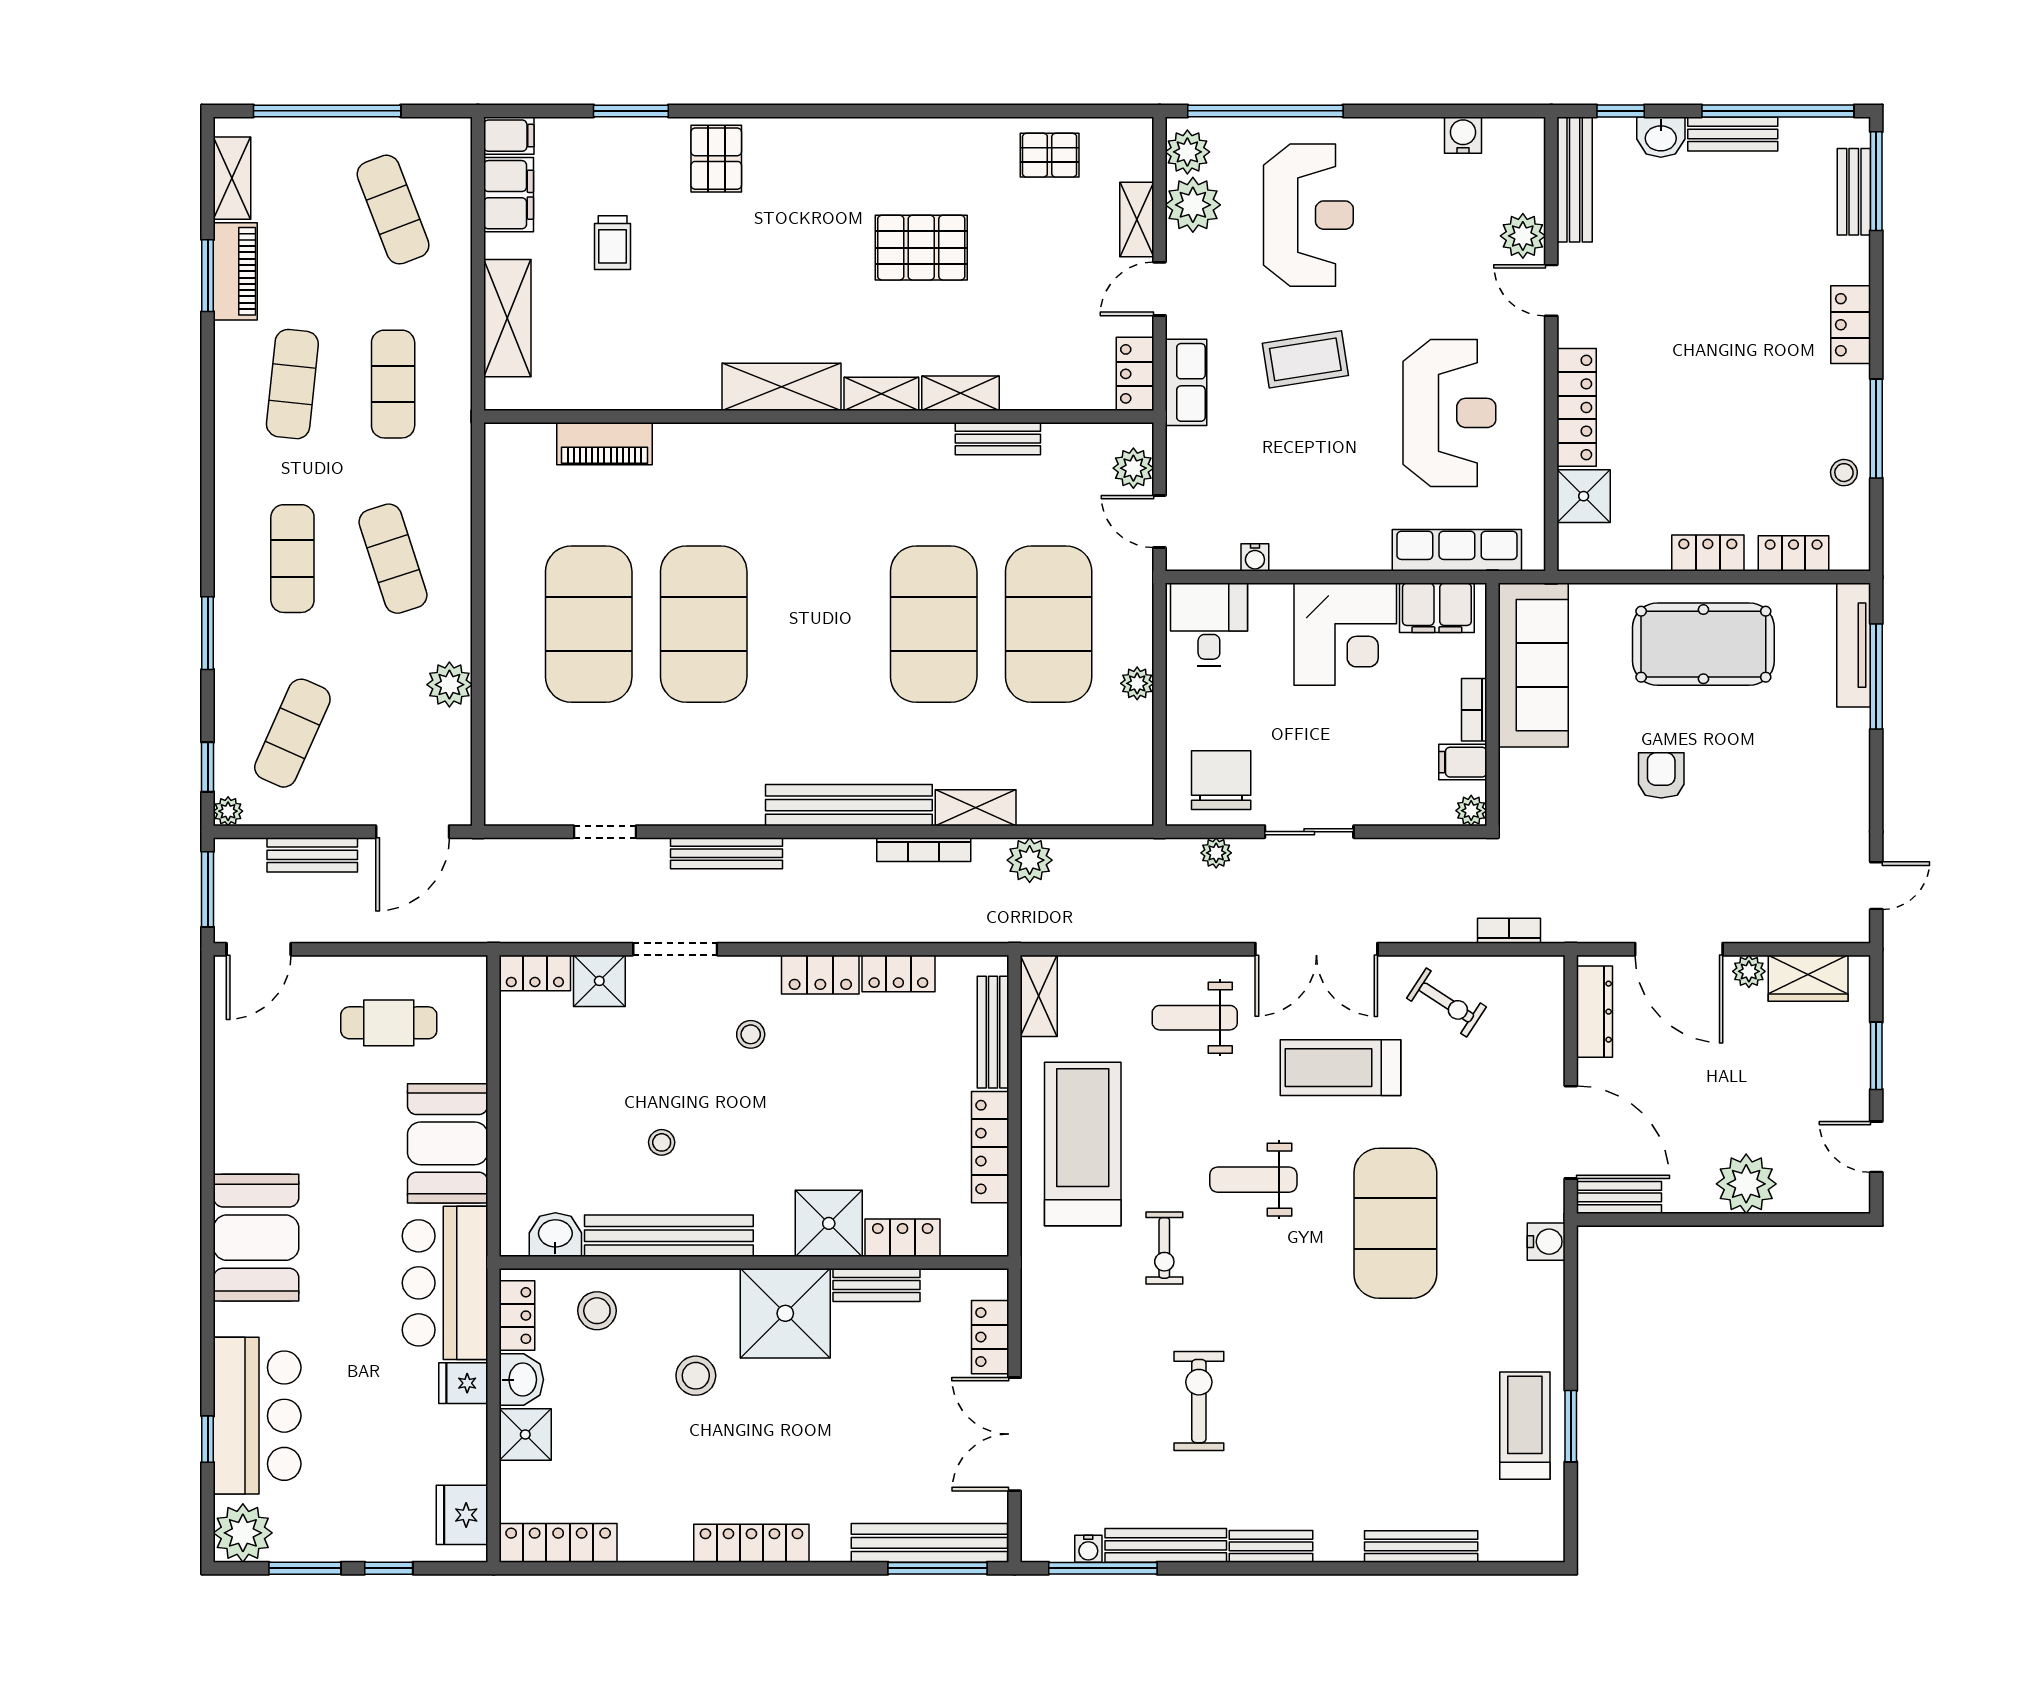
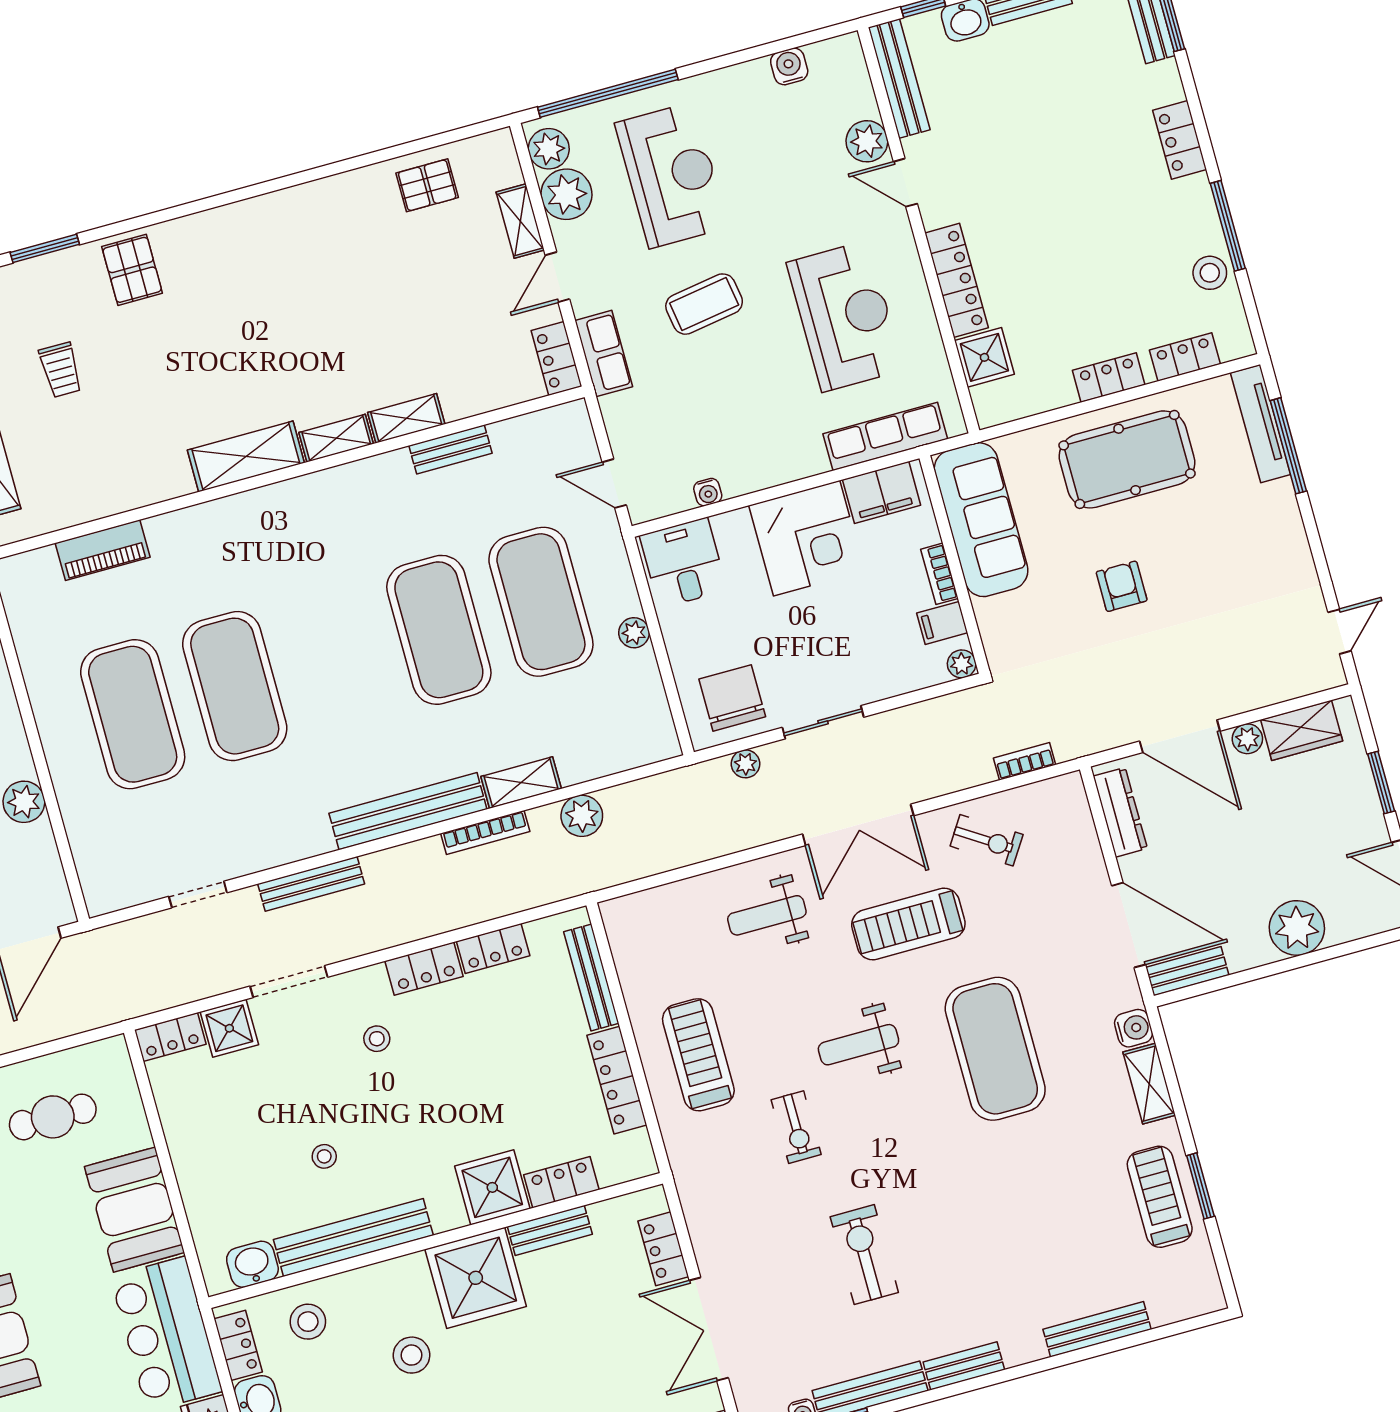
pallet: (921, 248) -> (336, 299), removed
plant: (1133, 468) -> (578, 443), removed
stool: (1844, 473) -> (1210, 273), width x1.37, depth x1.37
shelving: (1039, 996) -> (1149, 1084), moved
treadmill: (1083, 1144) -> (698, 1055), width x0.73, depth x0.73

